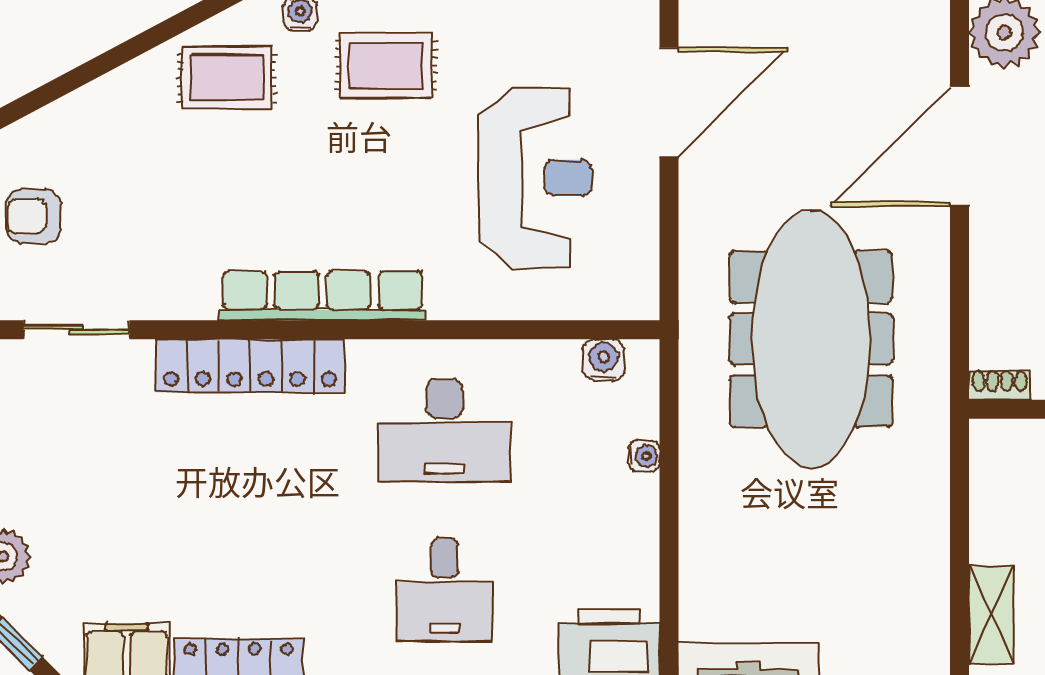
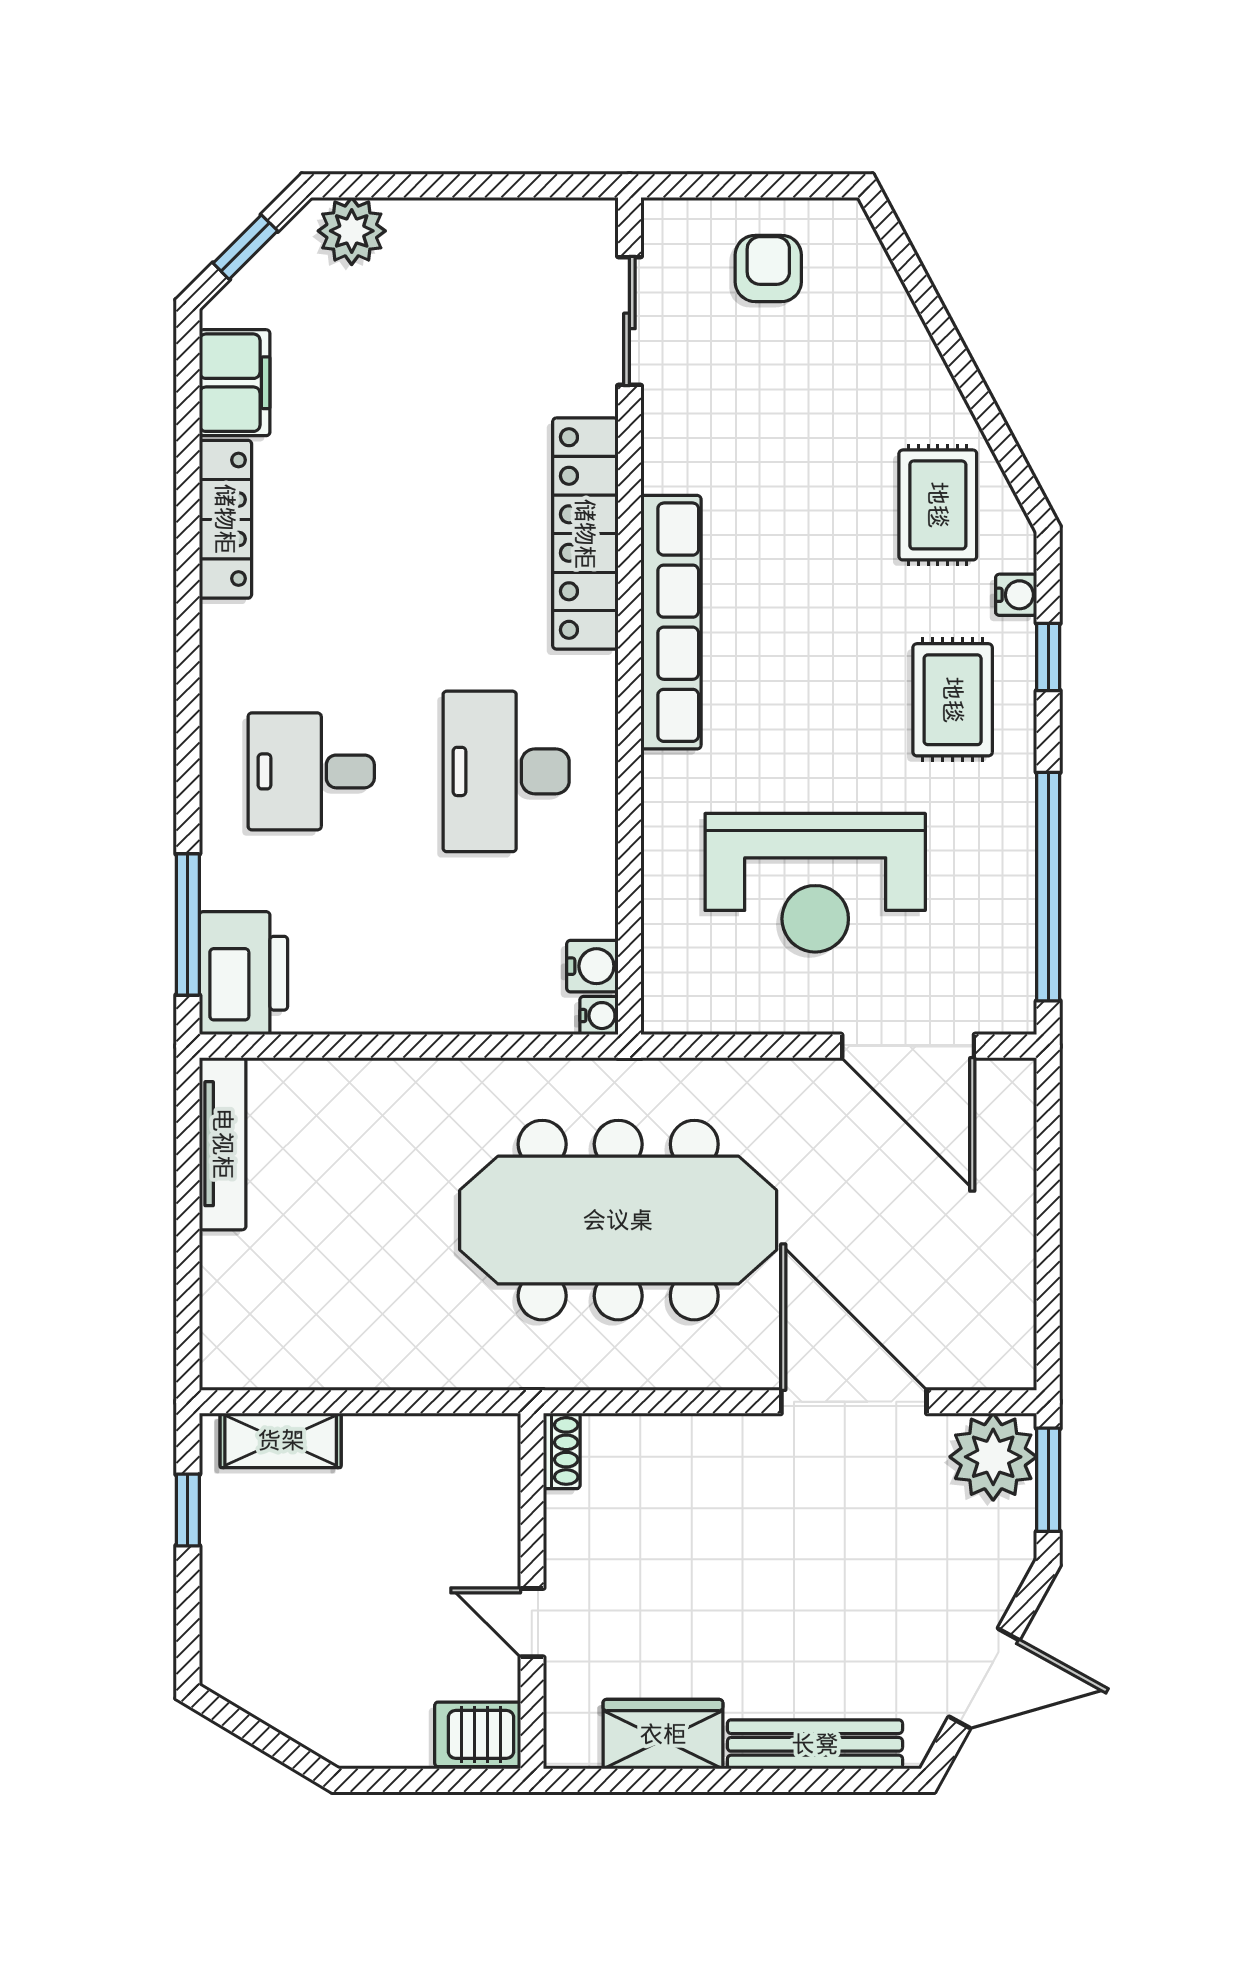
water cooler: (644, 456) -> (599, 1016), moved, turned -90

